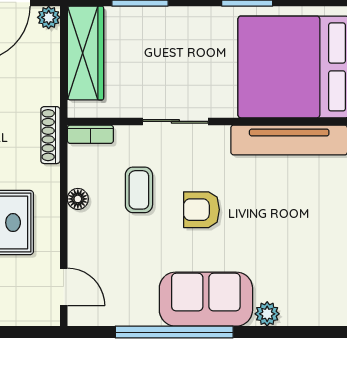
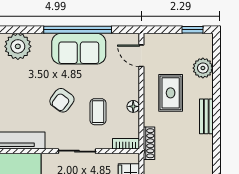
armchair: (201, 210) -> (62, 100), turned 126
sofa: (206, 299) -> (79, 49), moved
plant: (267, 314) -> (18, 46), width x1.87, depth x1.87

